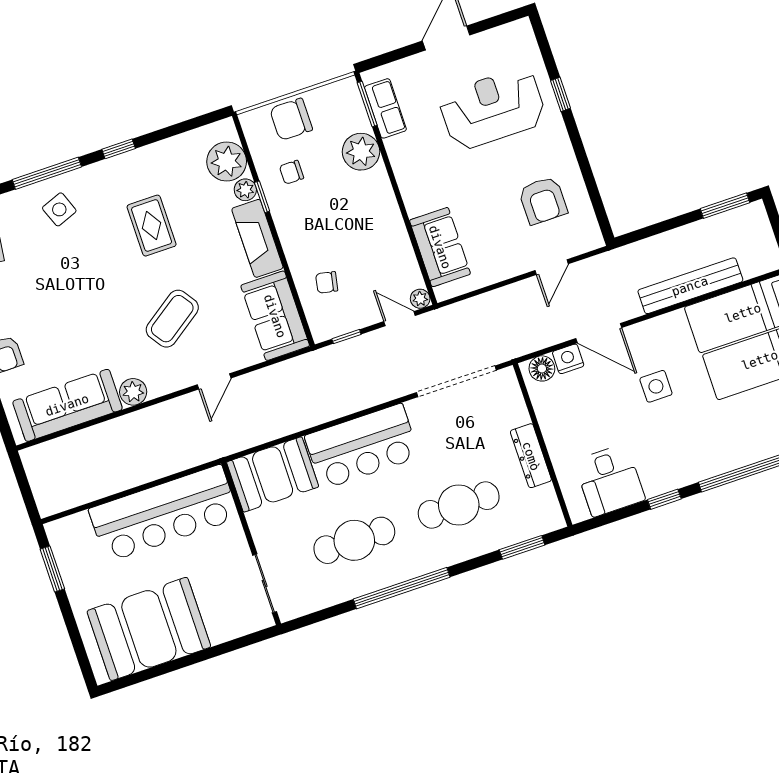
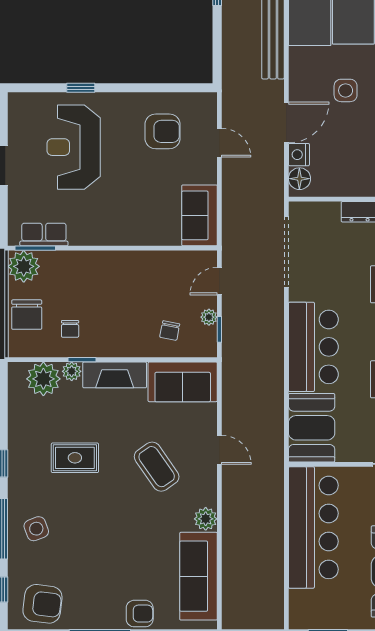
plant: (361, 152) -> (24, 266), moved
sofa: (440, 247) -> (200, 215), moved, turned -90
plant: (420, 299) -> (209, 317), moved

